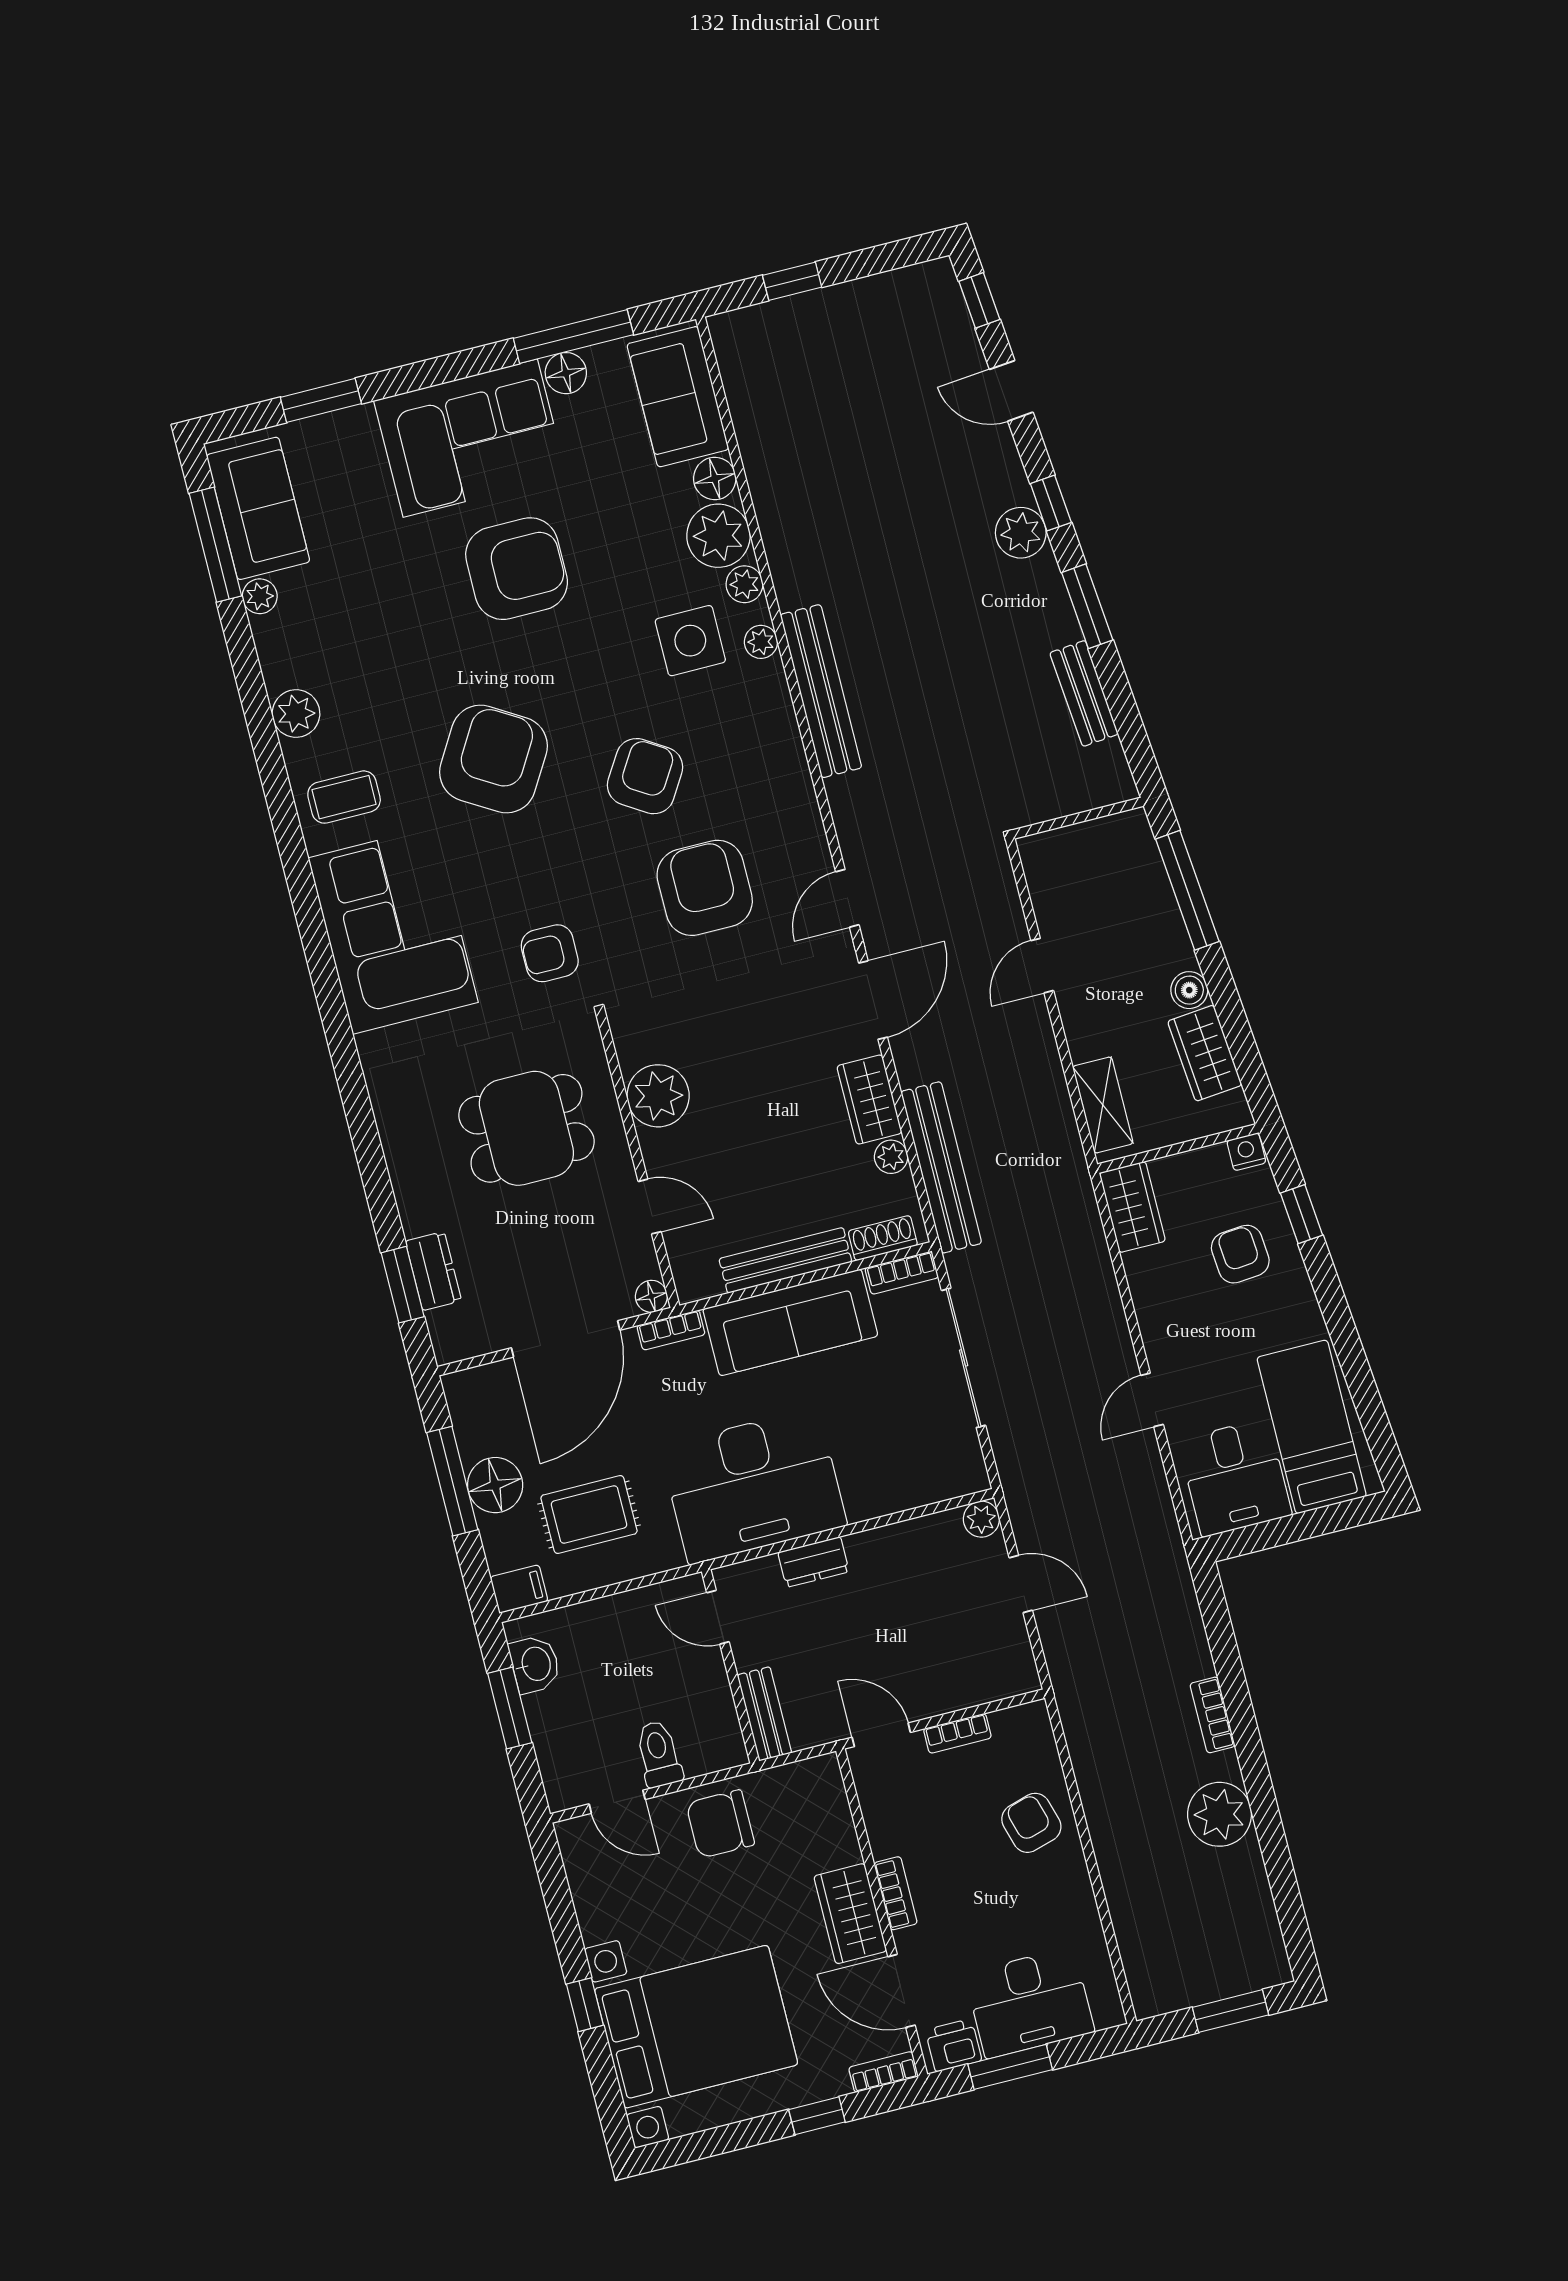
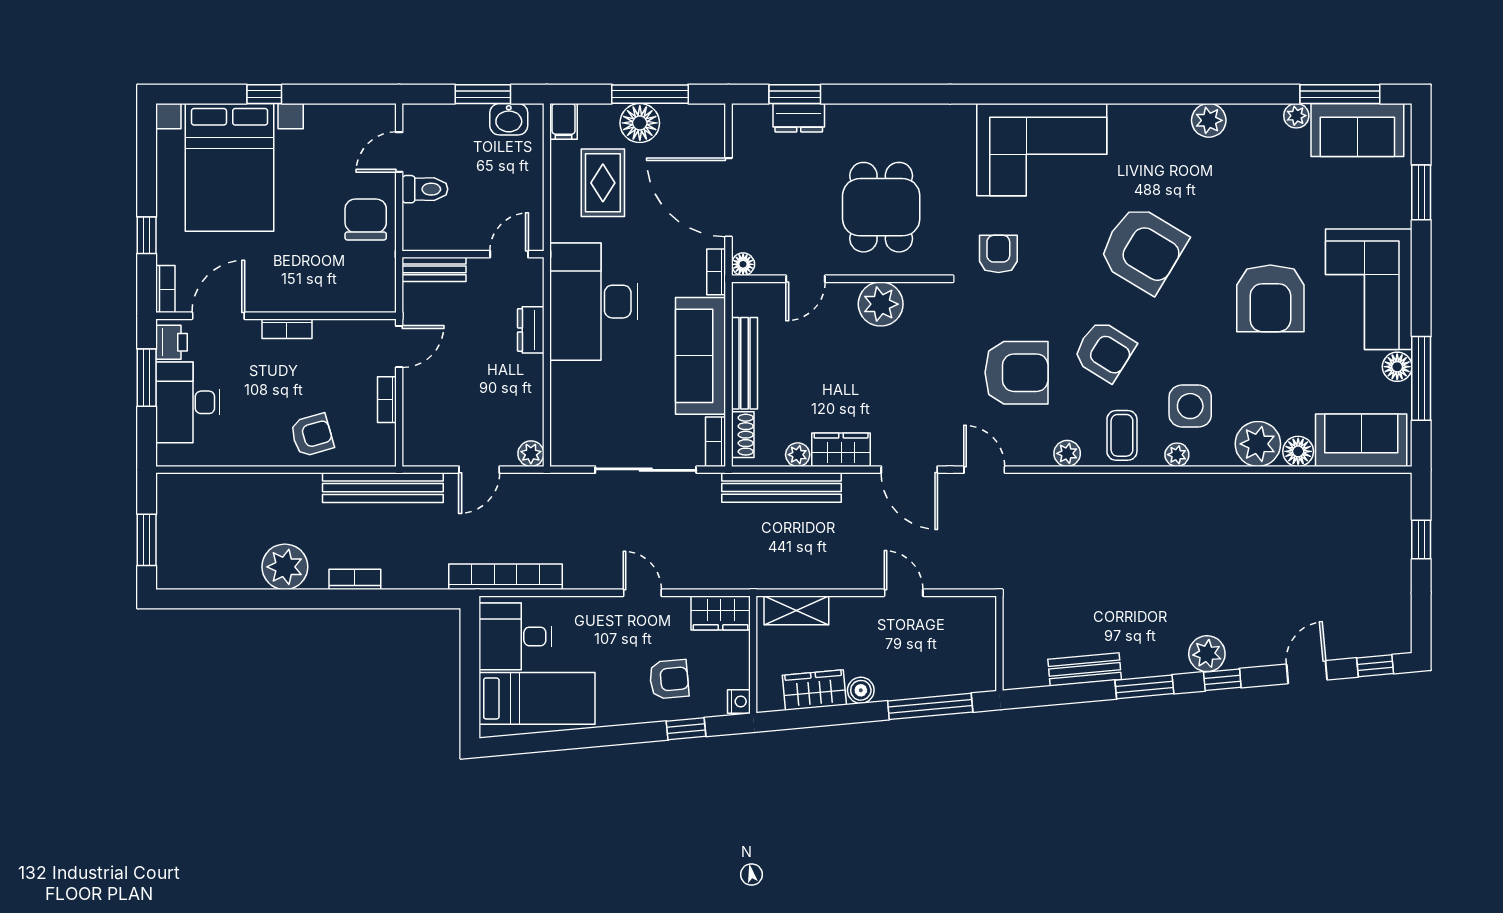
plant: (744, 584) -> (1067, 453), moved
bench: (821, 691) -> (383, 488), moved
coffee table: (344, 797) -> (1122, 435), moved
door: (1152, 1400) -> (642, 593), moved
bookcase: (1157, 1511) -> (506, 577), added
wardrobe: (850, 1914) -> (281, 294), removed

